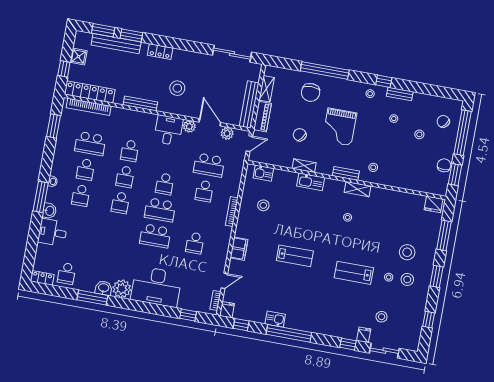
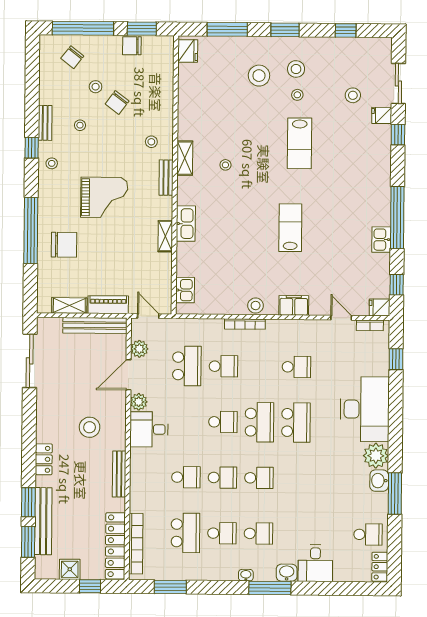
chair: (300, 135) -> (117, 102), moved
stool: (263, 205) -> (256, 306), moved

